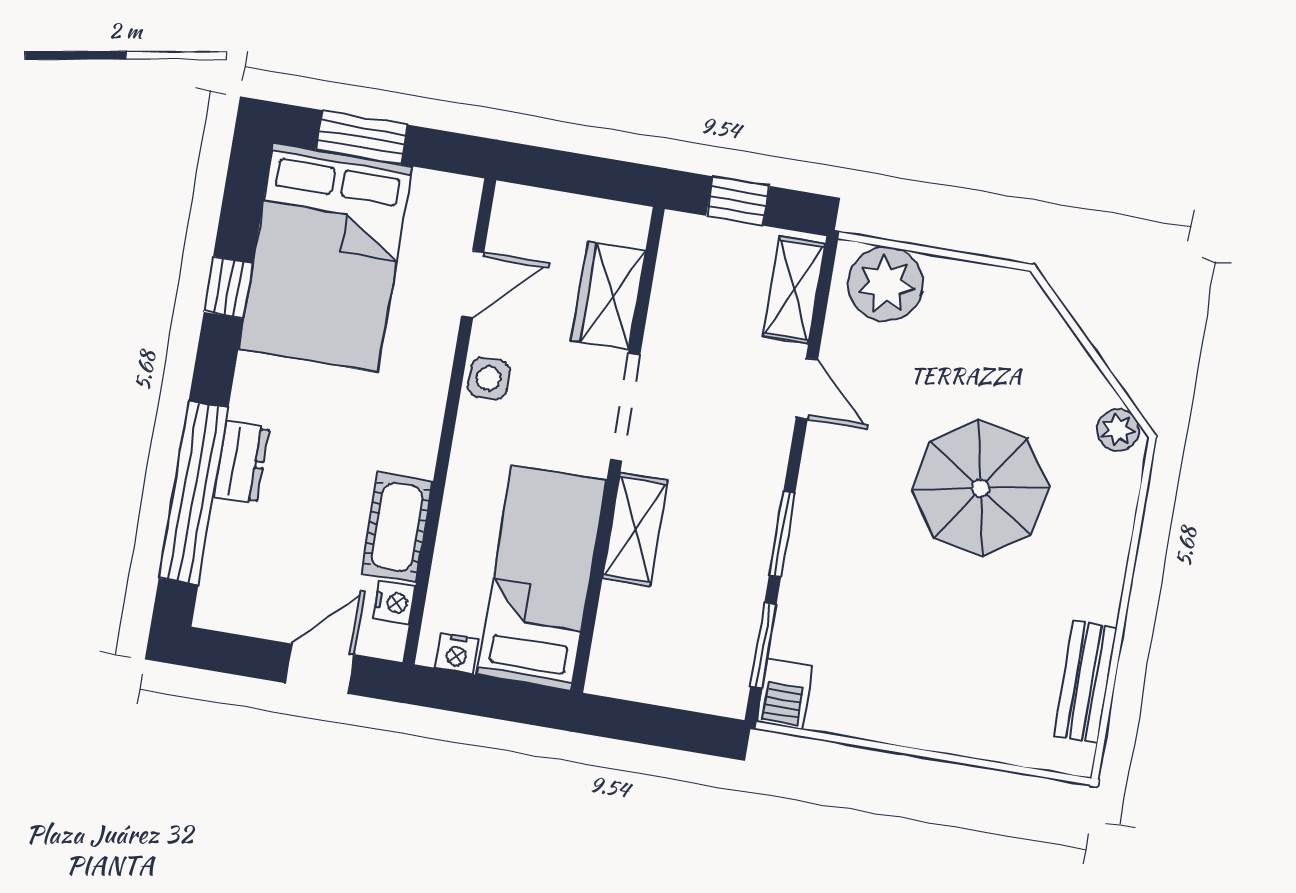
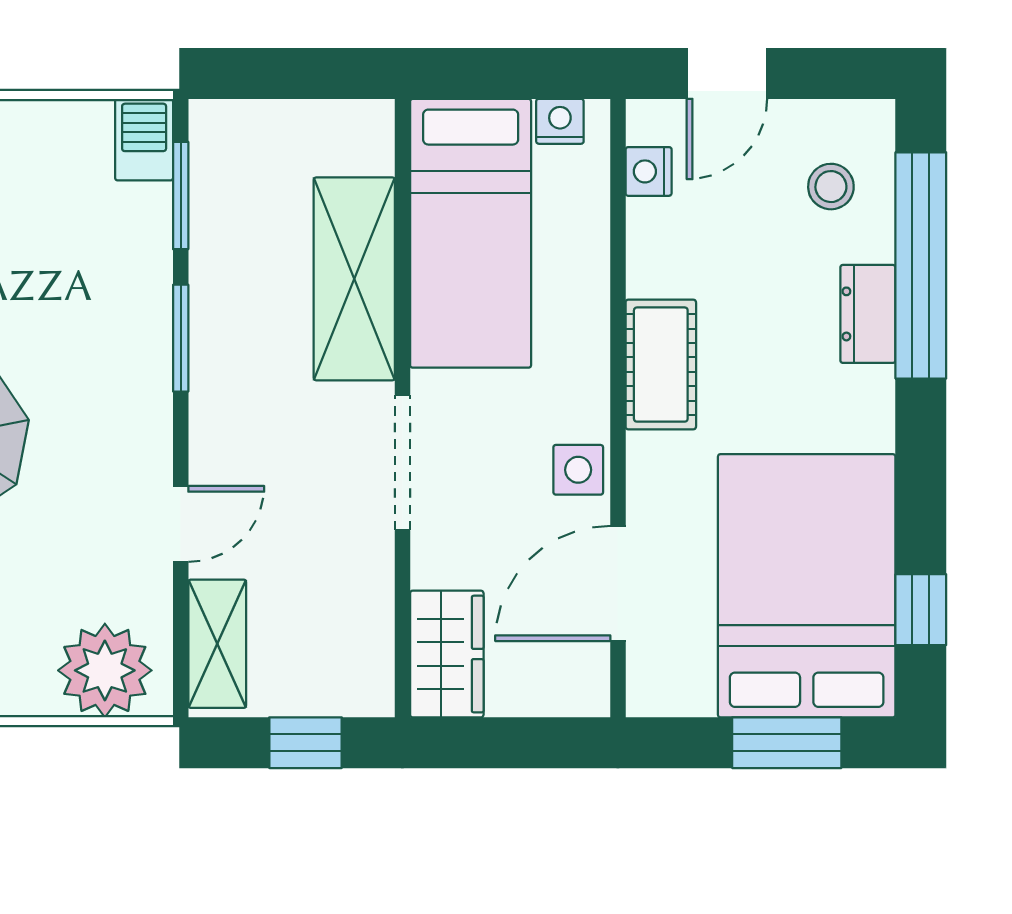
door: (473, 284) -> (618, 583), width x1.38
window: (228, 287) -> (921, 610), moved
wardrobe: (608, 296) -> (447, 654), moved
door: (807, 389) -> (181, 524), swing flipped
cot: (397, 527) -> (661, 365), moved
shelving: (635, 530) -> (354, 279), width x1.50, depth x1.33
stool: (253, 566) -> (831, 187), added

